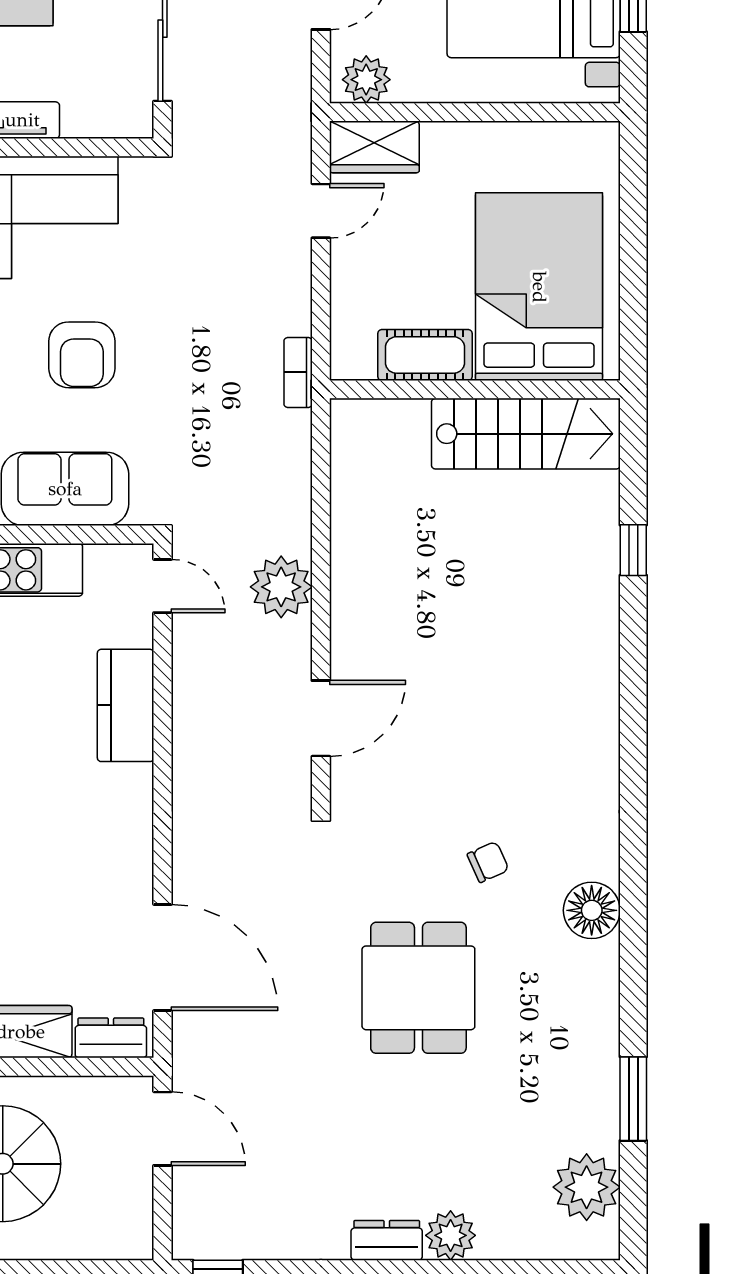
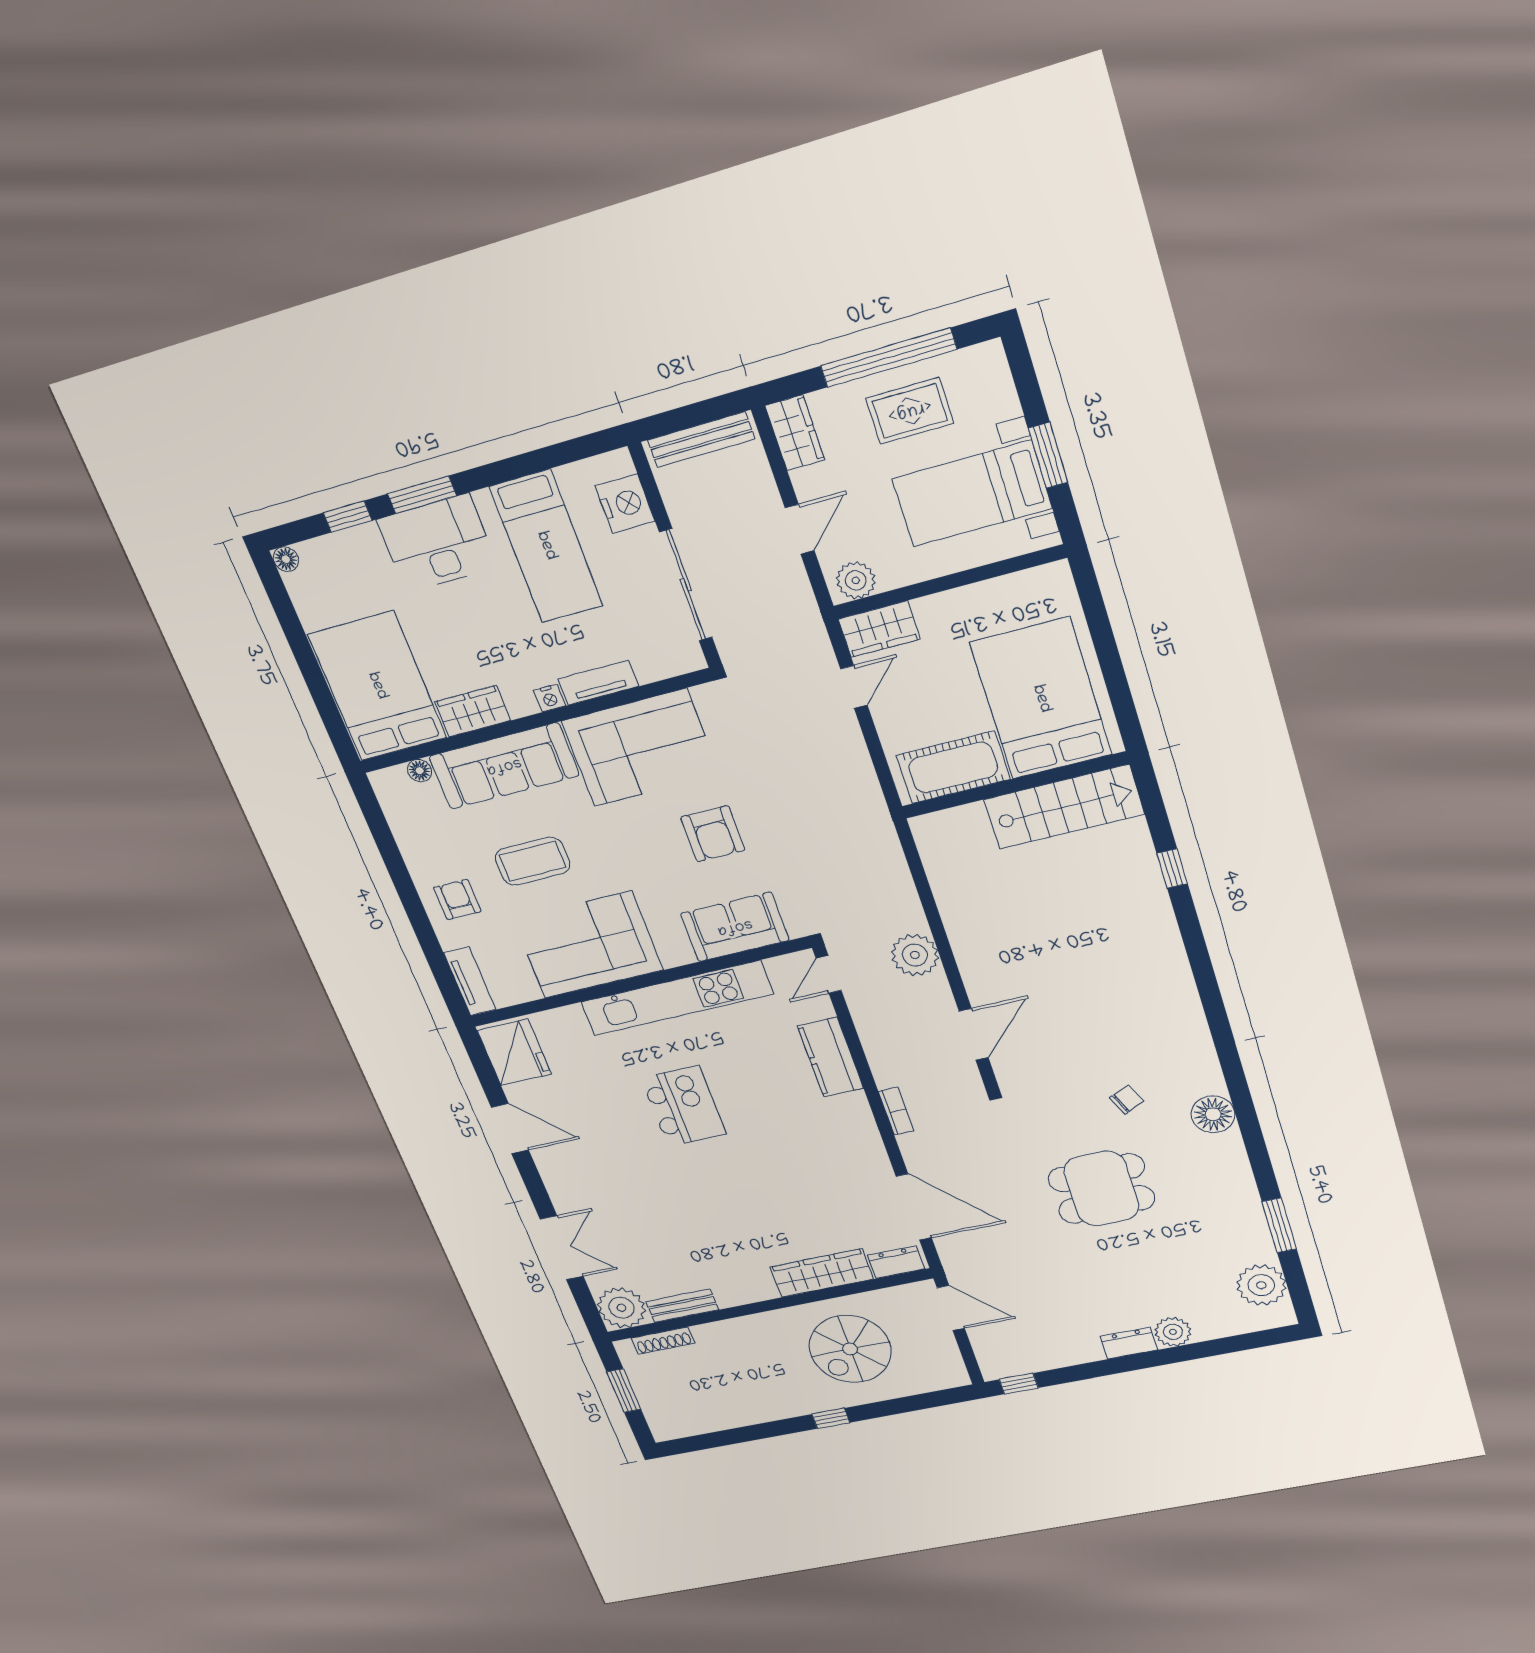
cot: (425, 355) -> (953, 767), width x1.37, depth x1.34
bookcase: (298, 372) -> (896, 1111), moved, turned 180
door: (163, 586) -> (829, 974), swing flipped
dining table: (418, 988) -> (1101, 1189), turned 90

